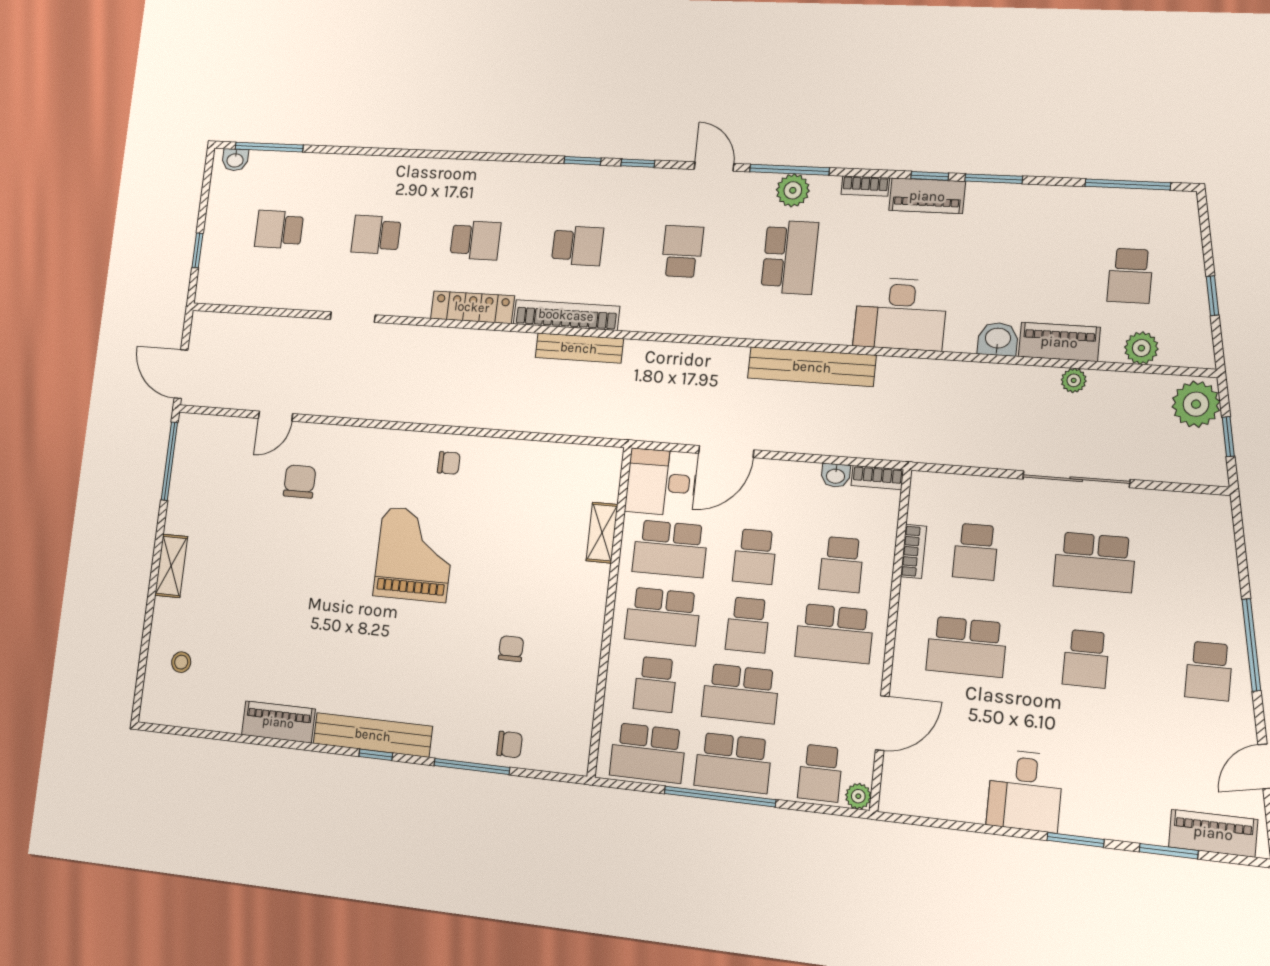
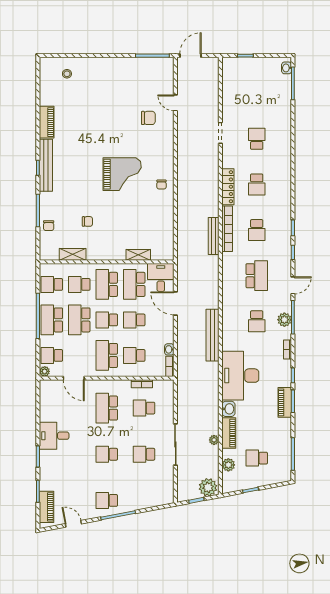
piano: (927, 196) -> (285, 402), moved
school desk: (279, 229) -> (257, 93), removed
school desk: (682, 251) -> (257, 276), width x1.85
school desk: (790, 257) -> (257, 321), width x0.54
desk: (900, 314) -> (240, 376), width x1.36, depth x1.30
school desk: (1095, 562) -> (144, 454), width x0.54
shelving: (171, 566) -> (73, 254), moved
school desk: (648, 753) -> (52, 284), width x0.54

